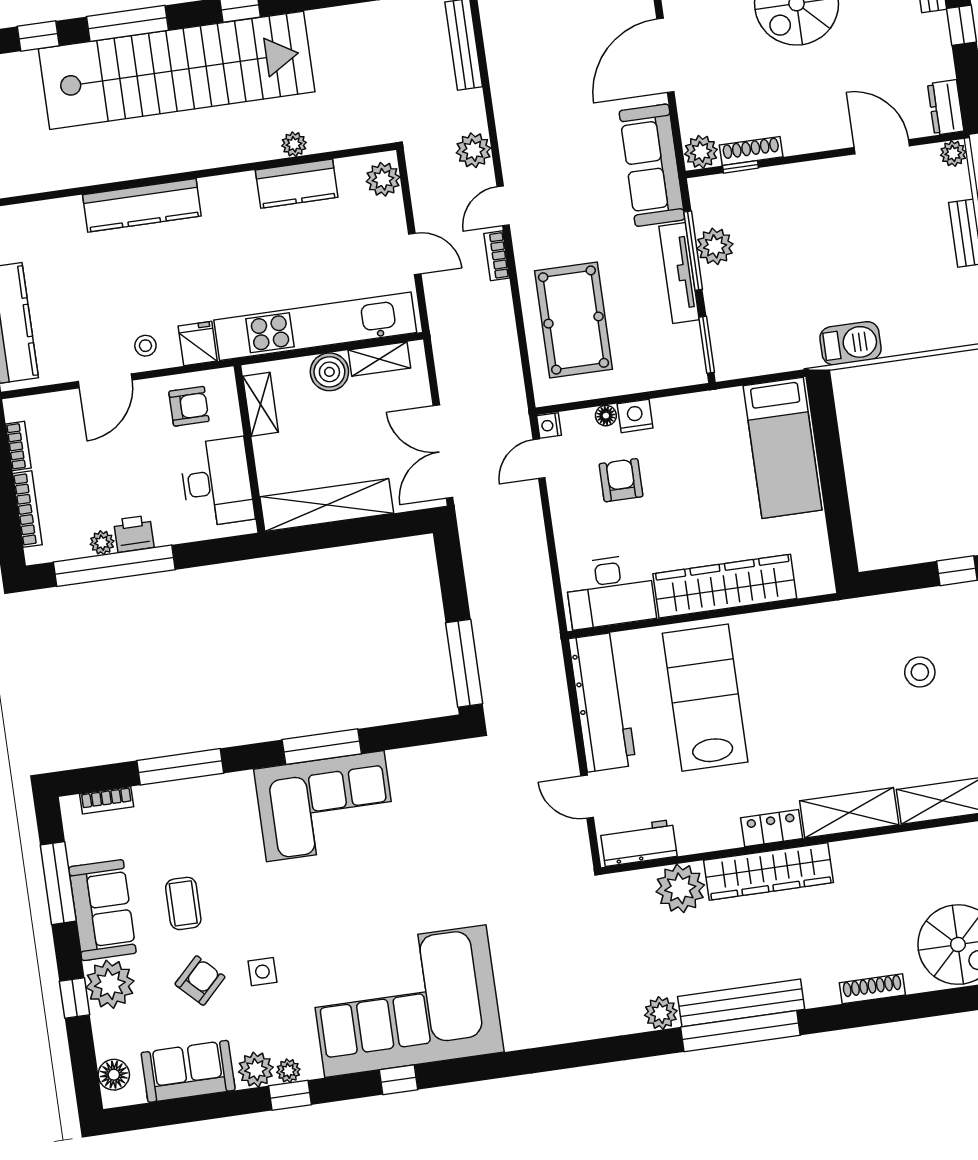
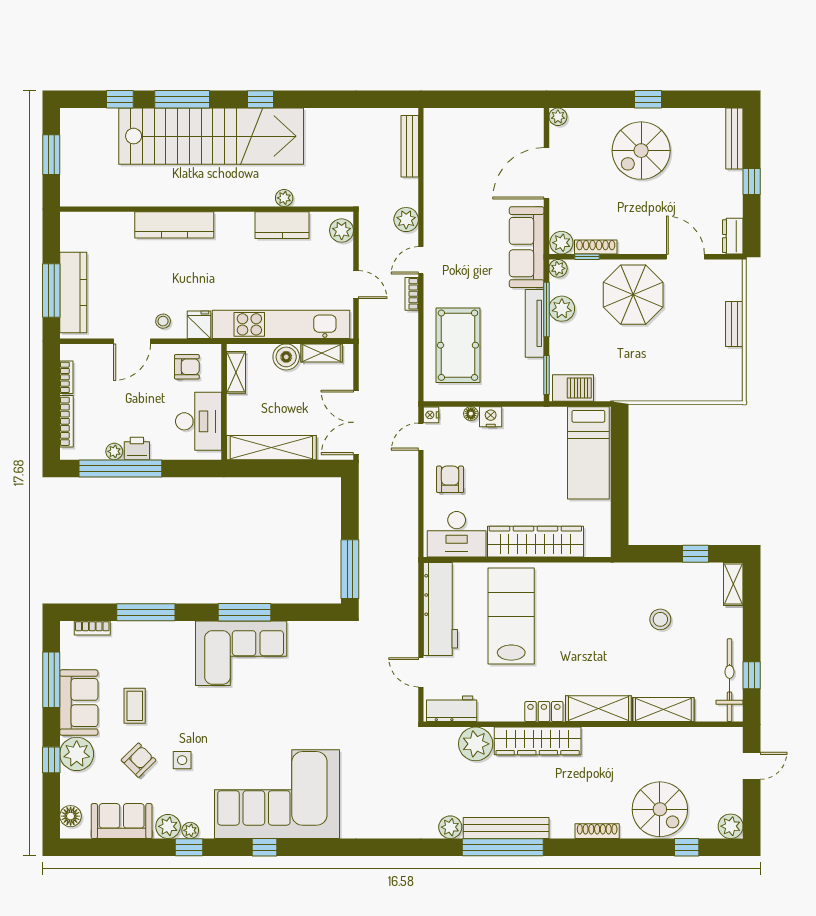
plant: (953, 153) -> (558, 268), moved
parasol: (815, 212) -> (633, 295), added
barbecue: (850, 343) -> (573, 388), moved
armchair: (621, 480) -> (450, 479), moved

